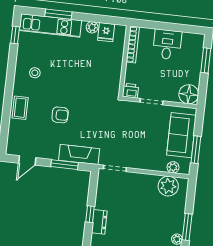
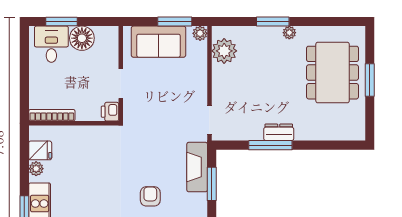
desk: (167, 44) -> (51, 44), moved, turned 90
floor lamp: (189, 94) -> (82, 38), moved
plant: (173, 167) -> (200, 33), moved
window: (90, 214) -> (270, 145), width x2.17

